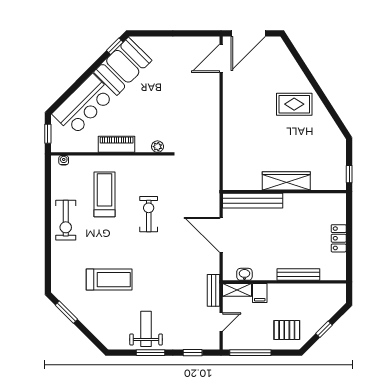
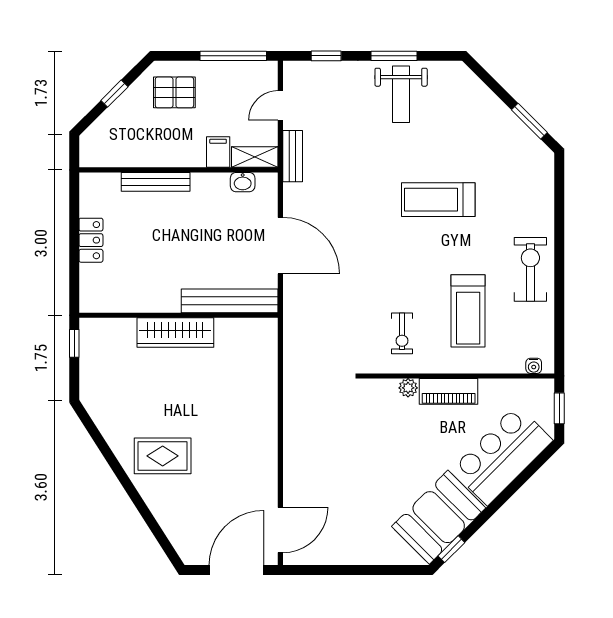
plant: (157, 147) -> (408, 388), moved
exercise bike: (149, 214) -> (402, 333), moved, width x0.73, depth x0.72
treadmill: (109, 280) -> (438, 200), moved

